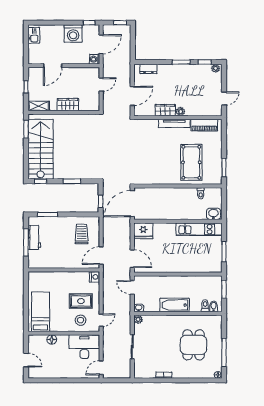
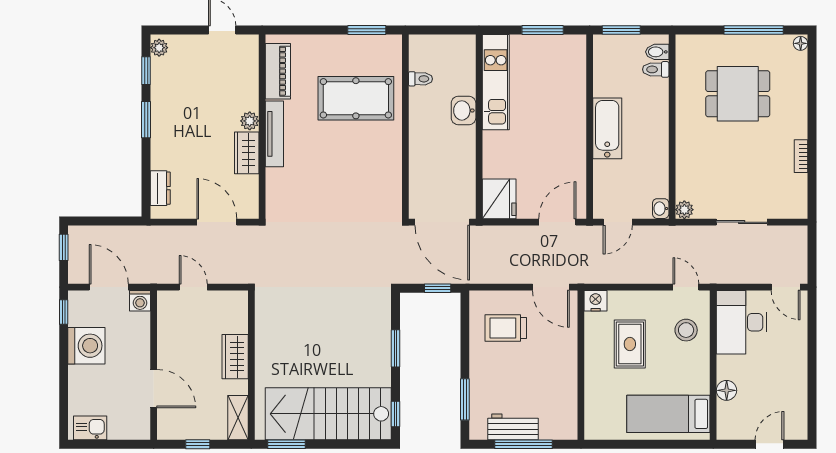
washbasin: (213, 214) -> (464, 110), moved
rug: (81, 301) -> (630, 344), moved
bathtub: (175, 305) -> (607, 128), moved, turned 180

